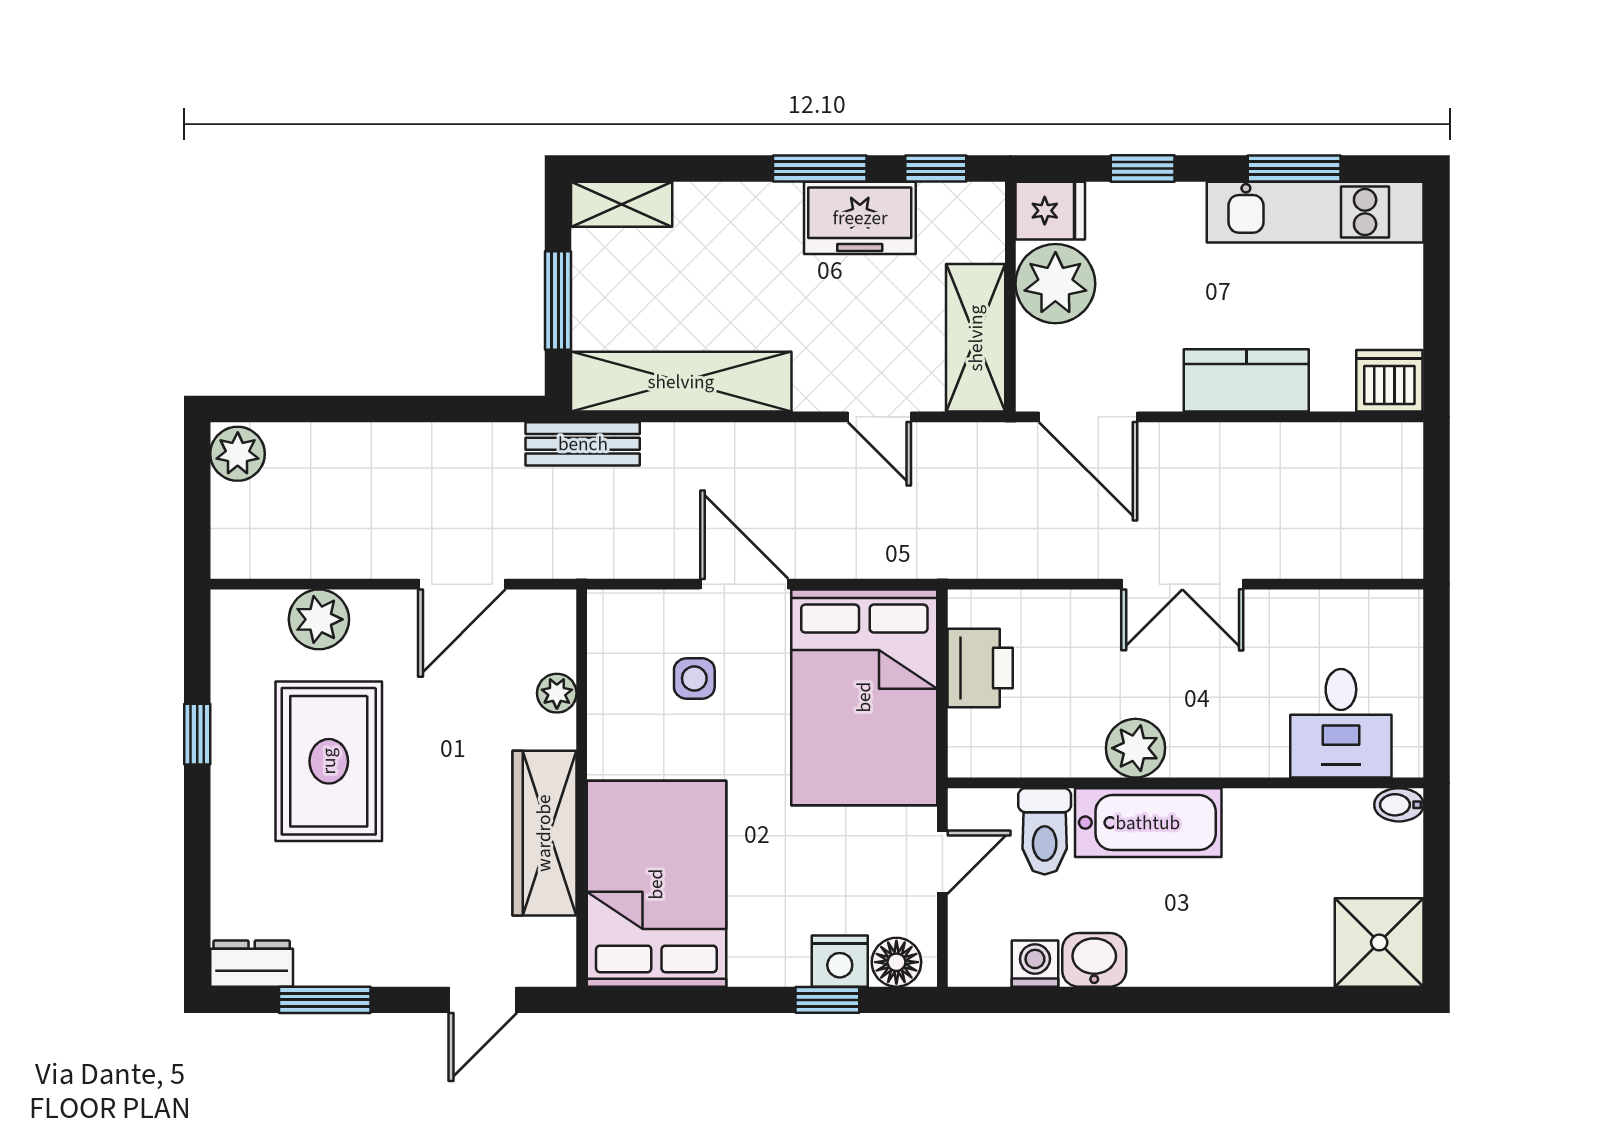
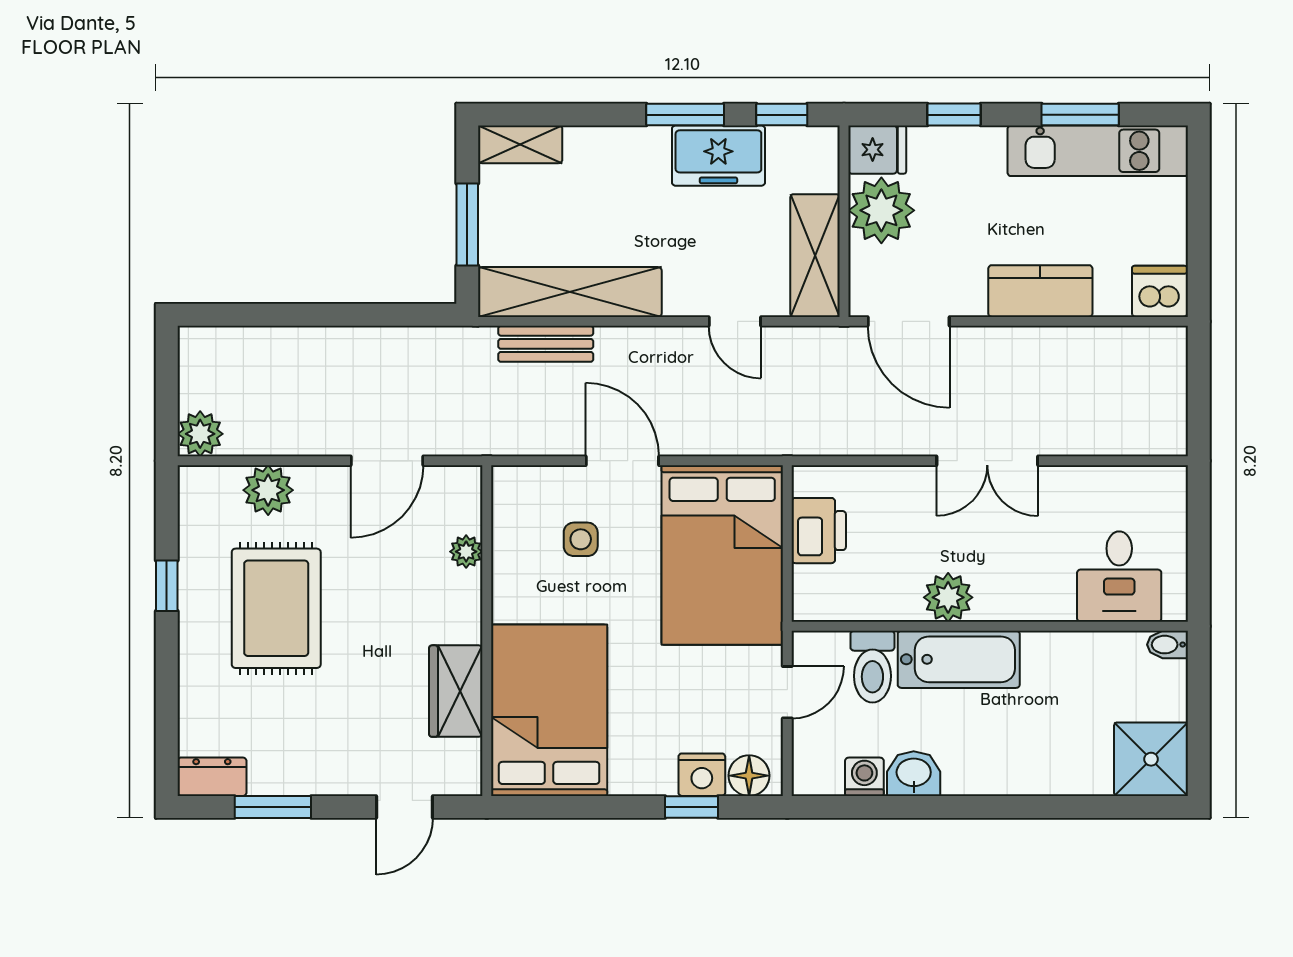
bench: (583, 444) -> (546, 344), moved
plant: (238, 454) -> (200, 434), moved
wardrobe: (544, 833) -> (456, 691), width x0.67

